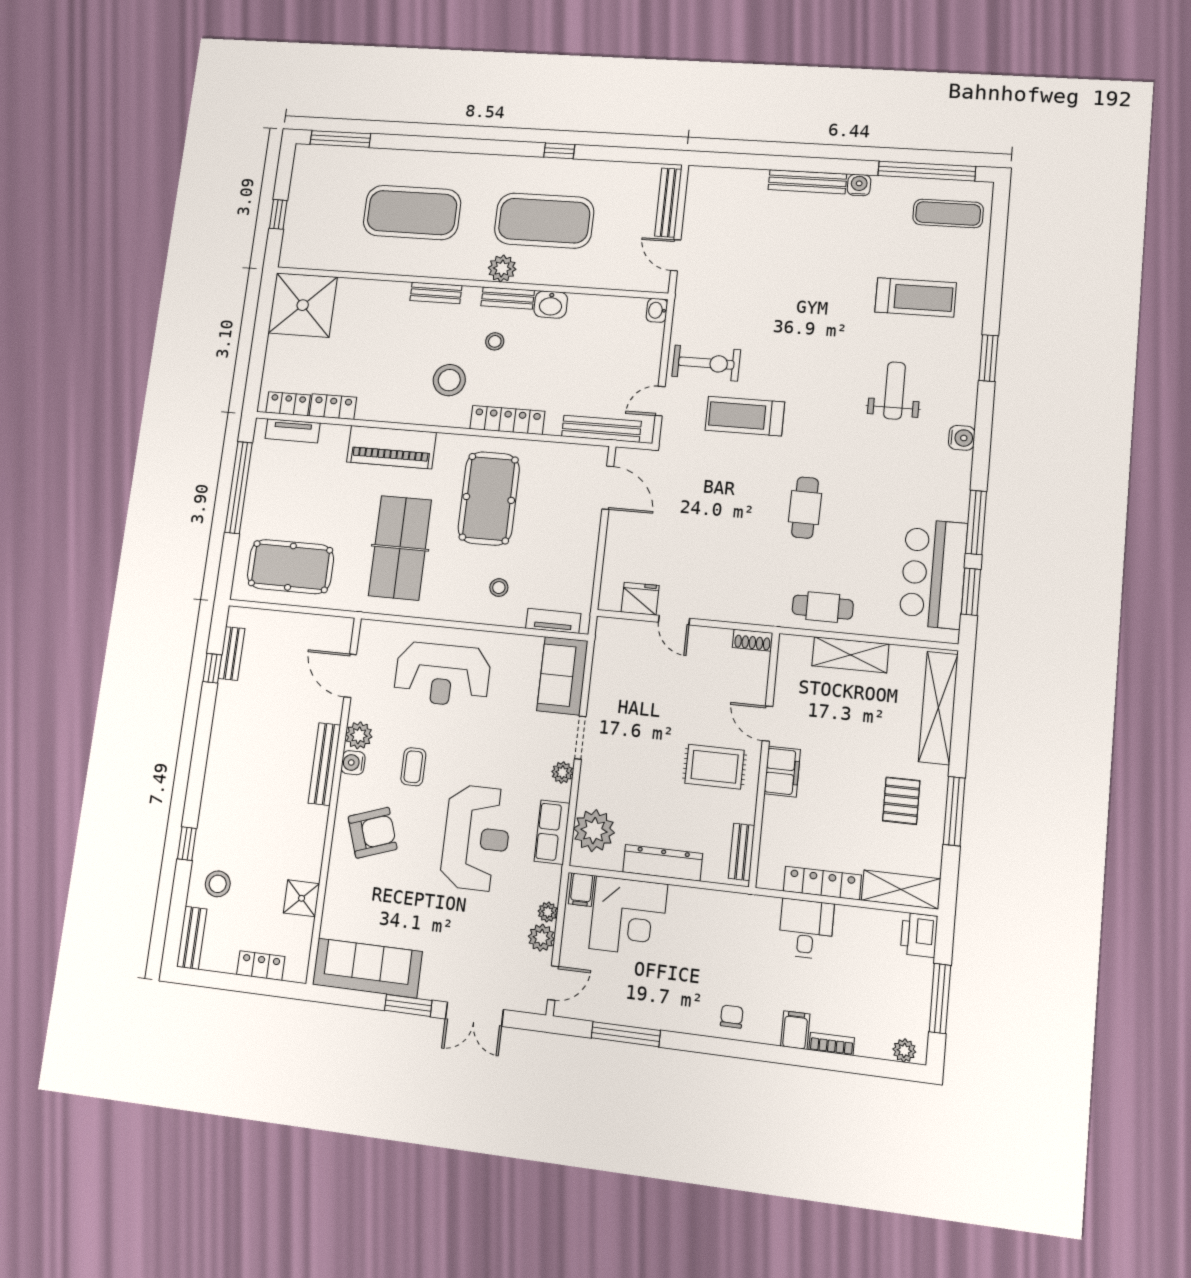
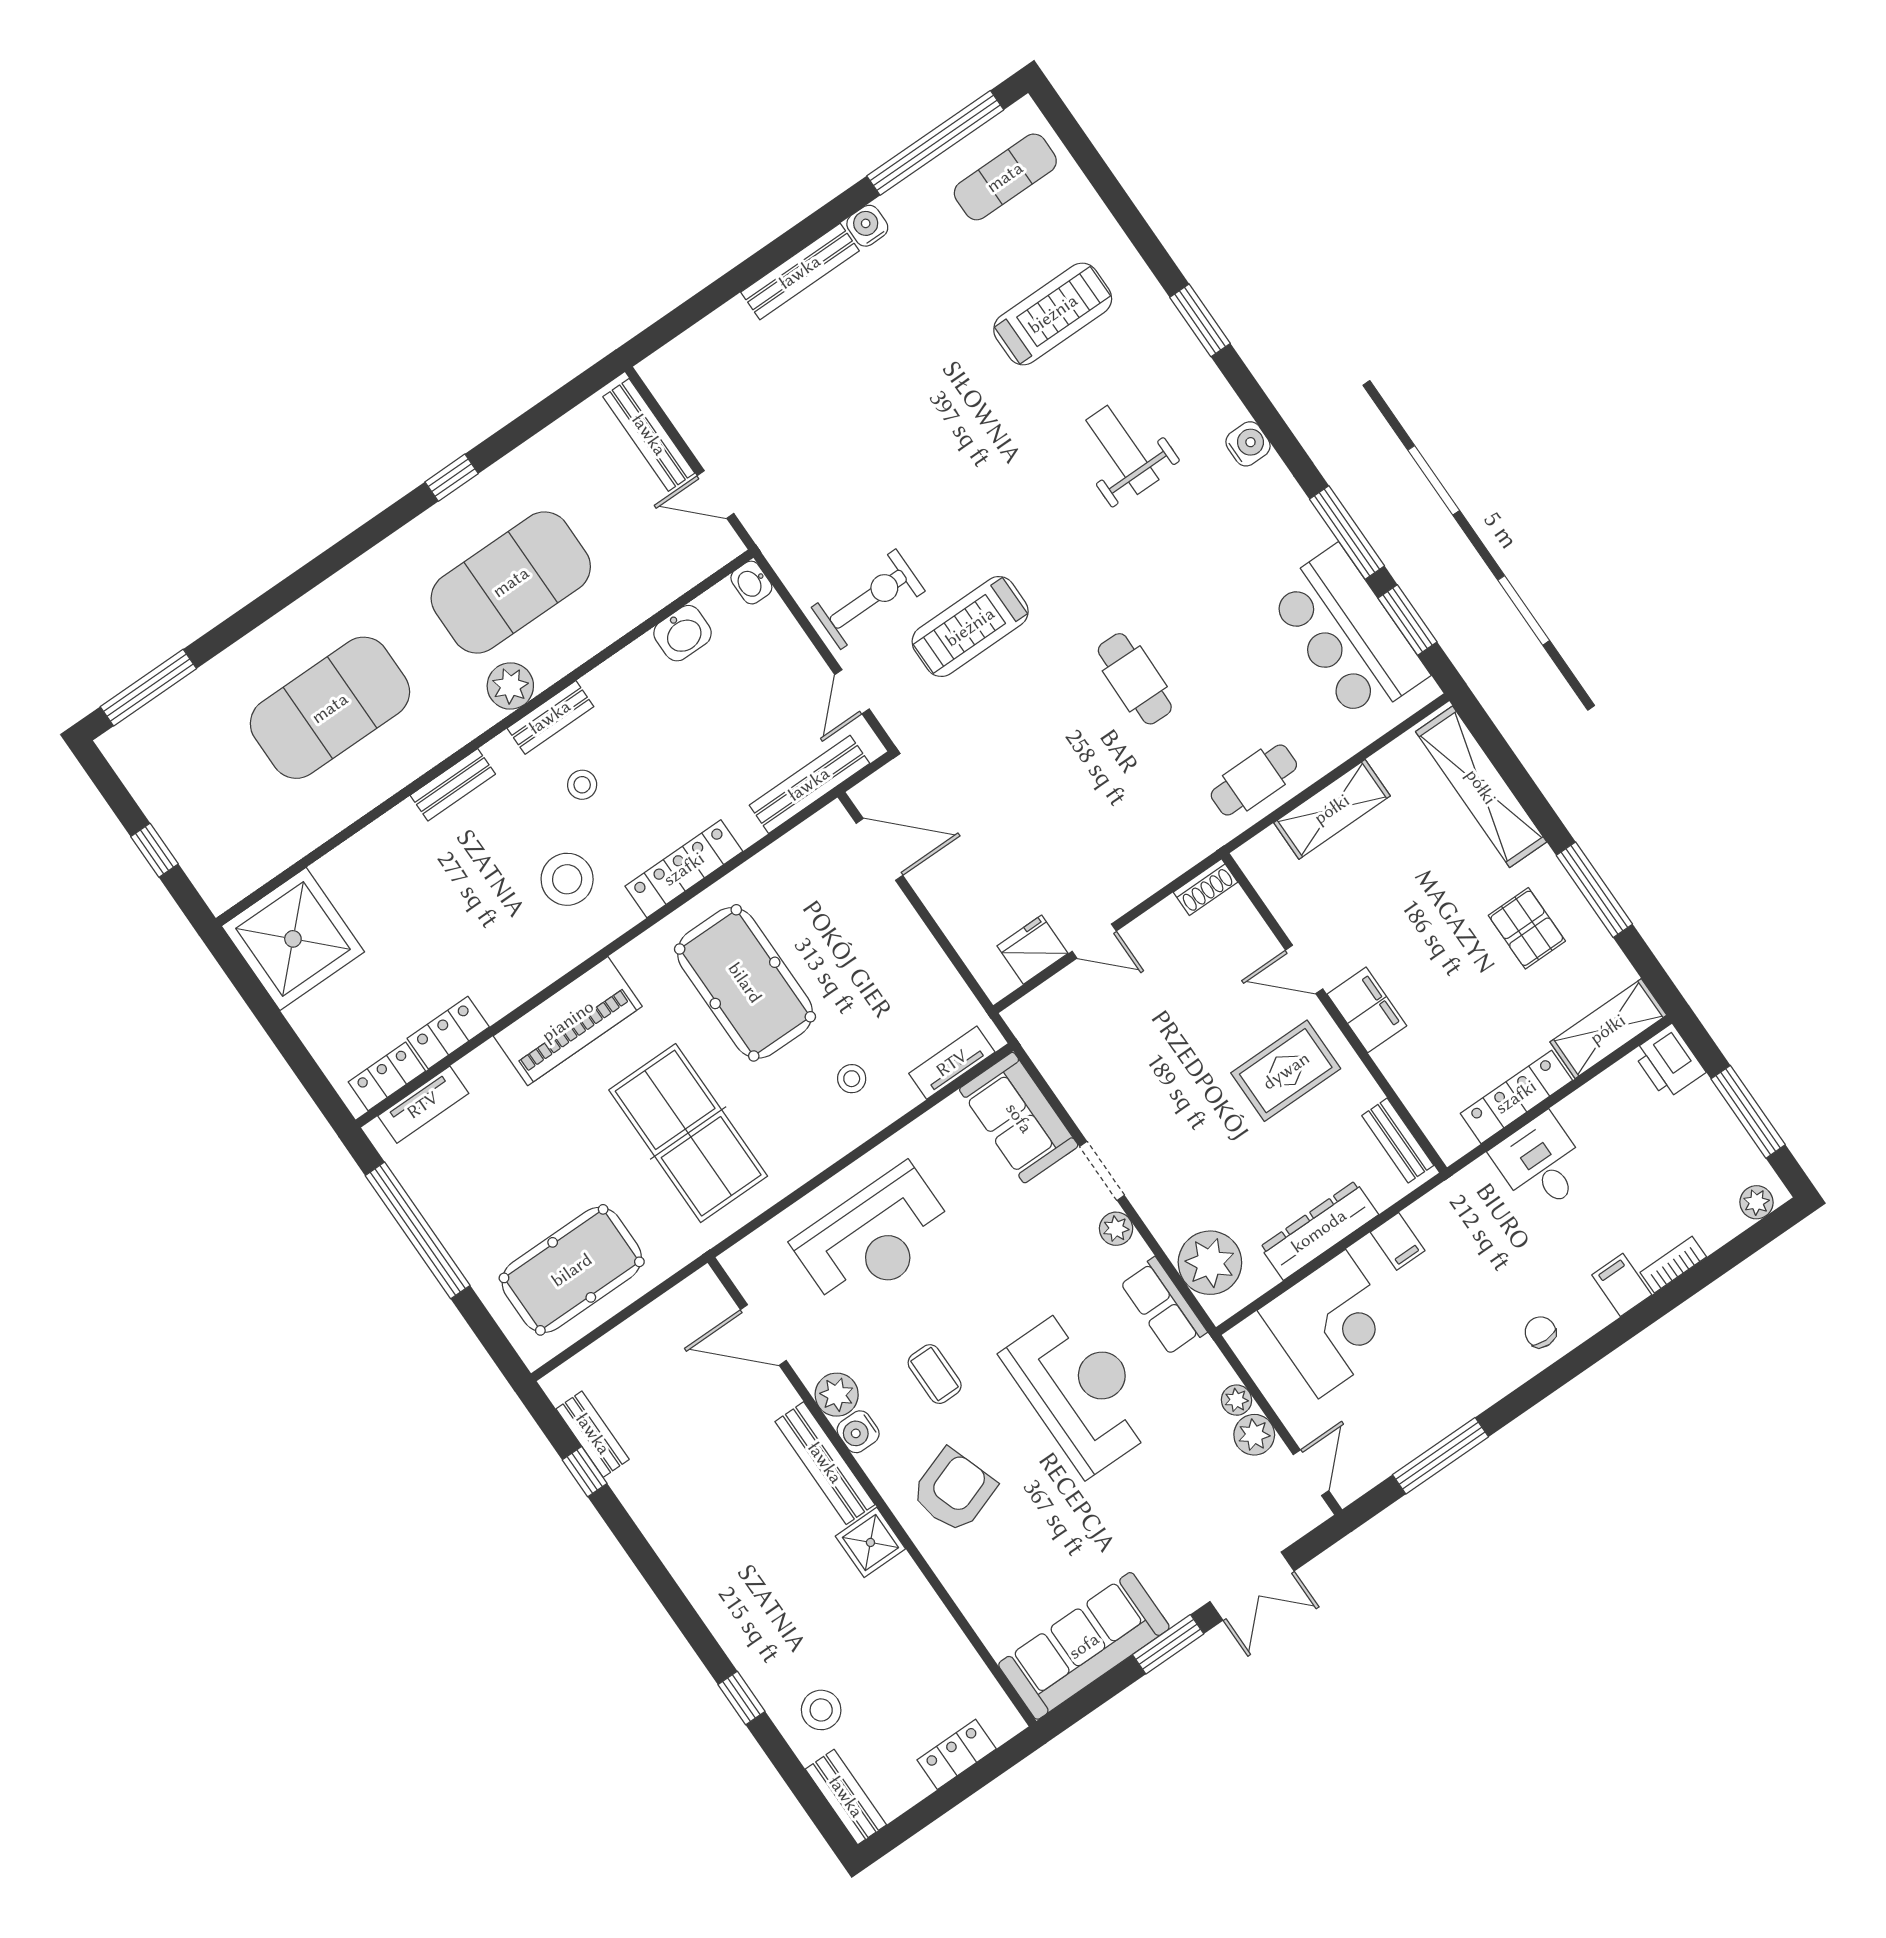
washbasin: (551, 305) -> (683, 633), moved
filing cabinet: (581, 890) -> (1398, 1241), moved
shower: (302, 898) -> (870, 1542), moved

